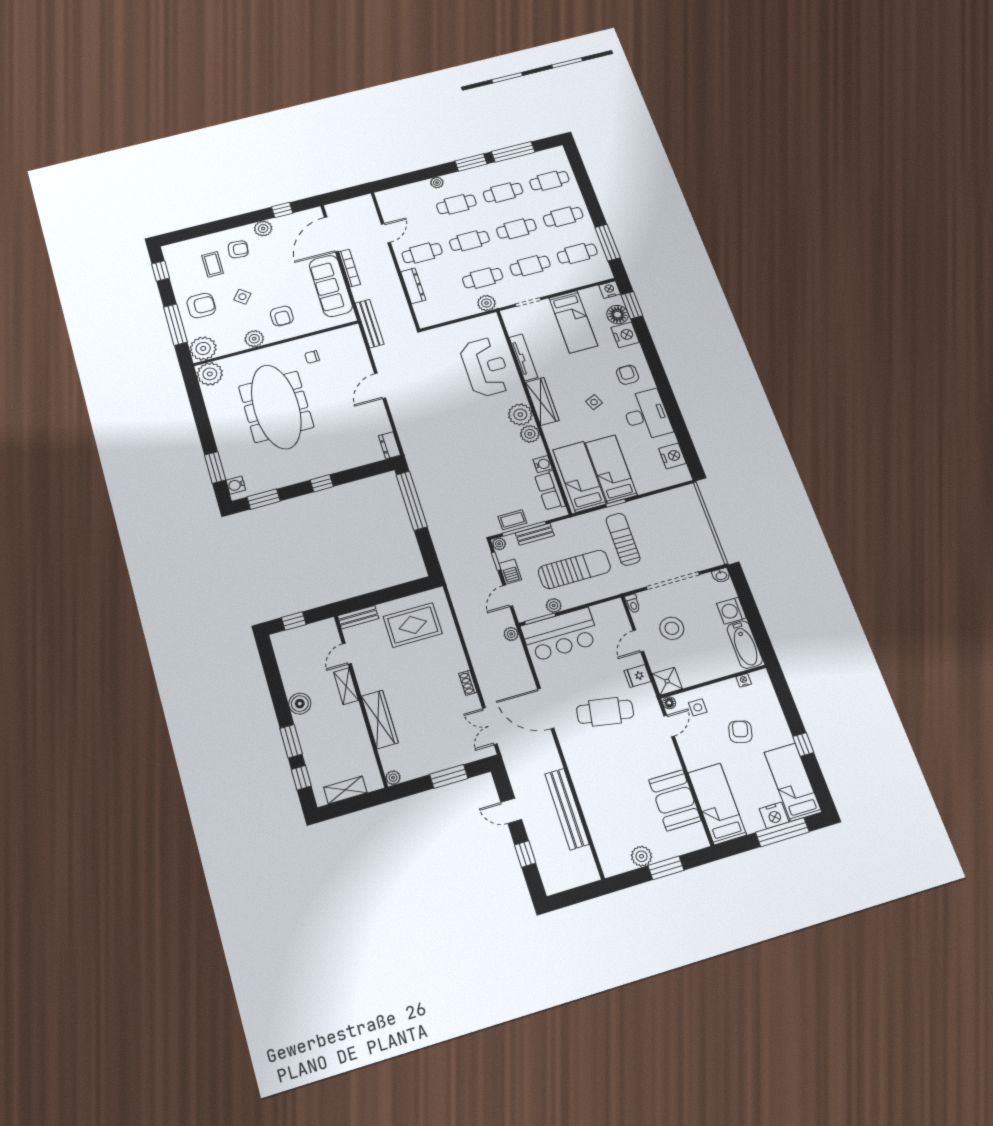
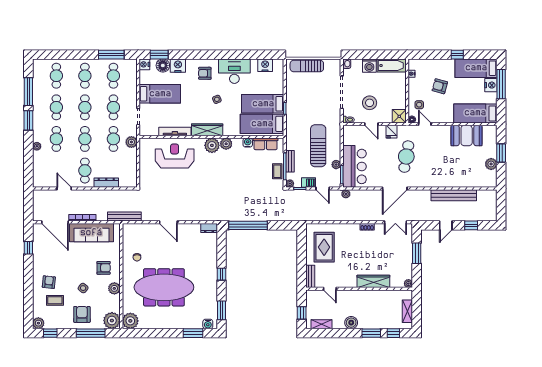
plant: (263, 229) -> (38, 323), moved
sun lounger: (623, 539) -> (307, 66), moved
shelving: (346, 686) -> (321, 324), moved

